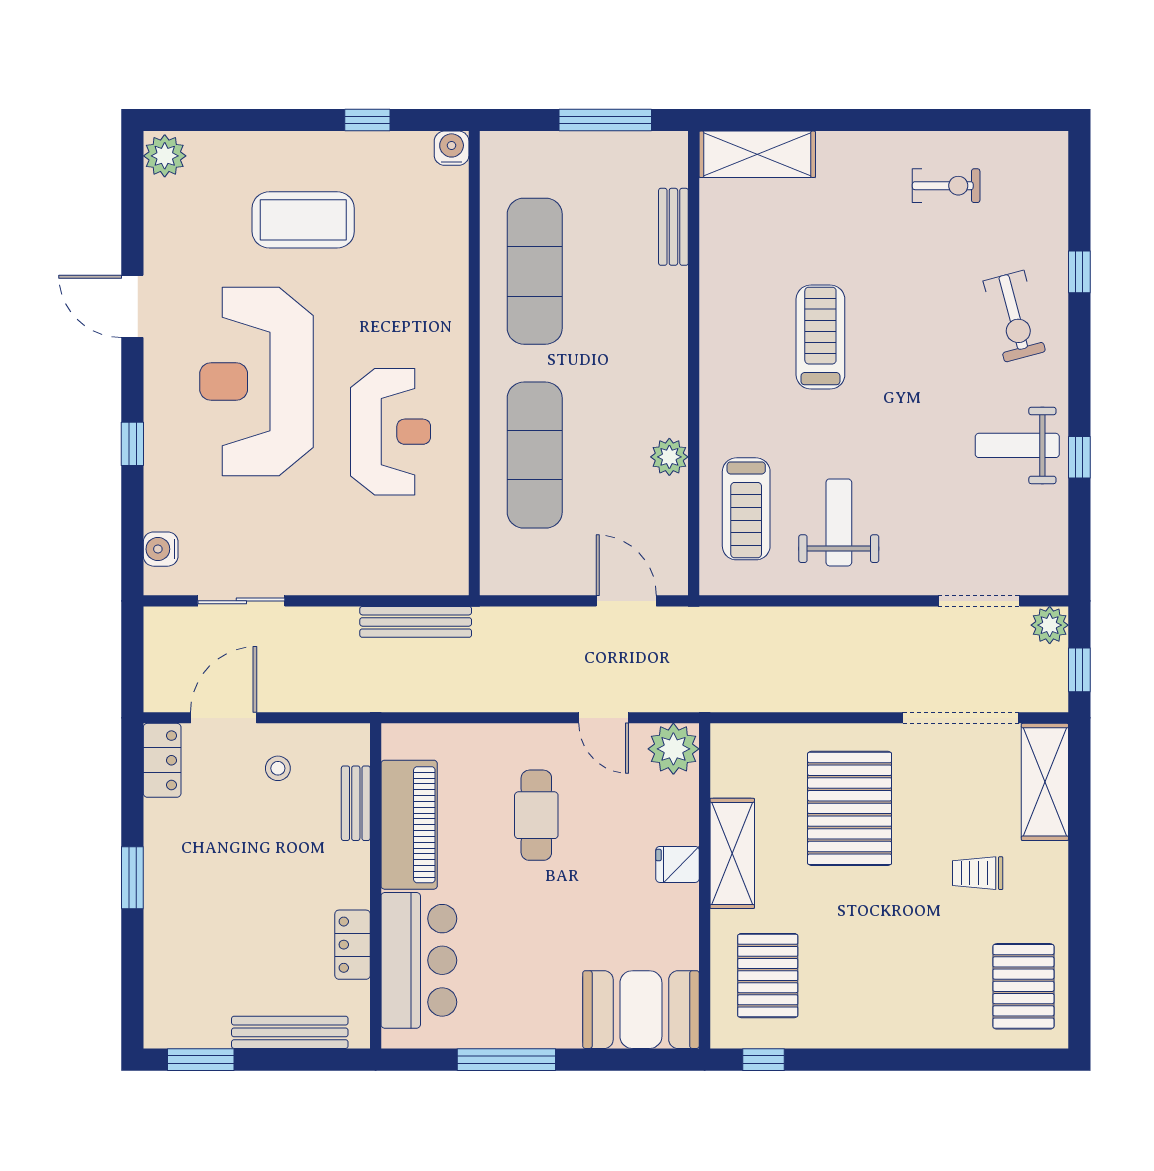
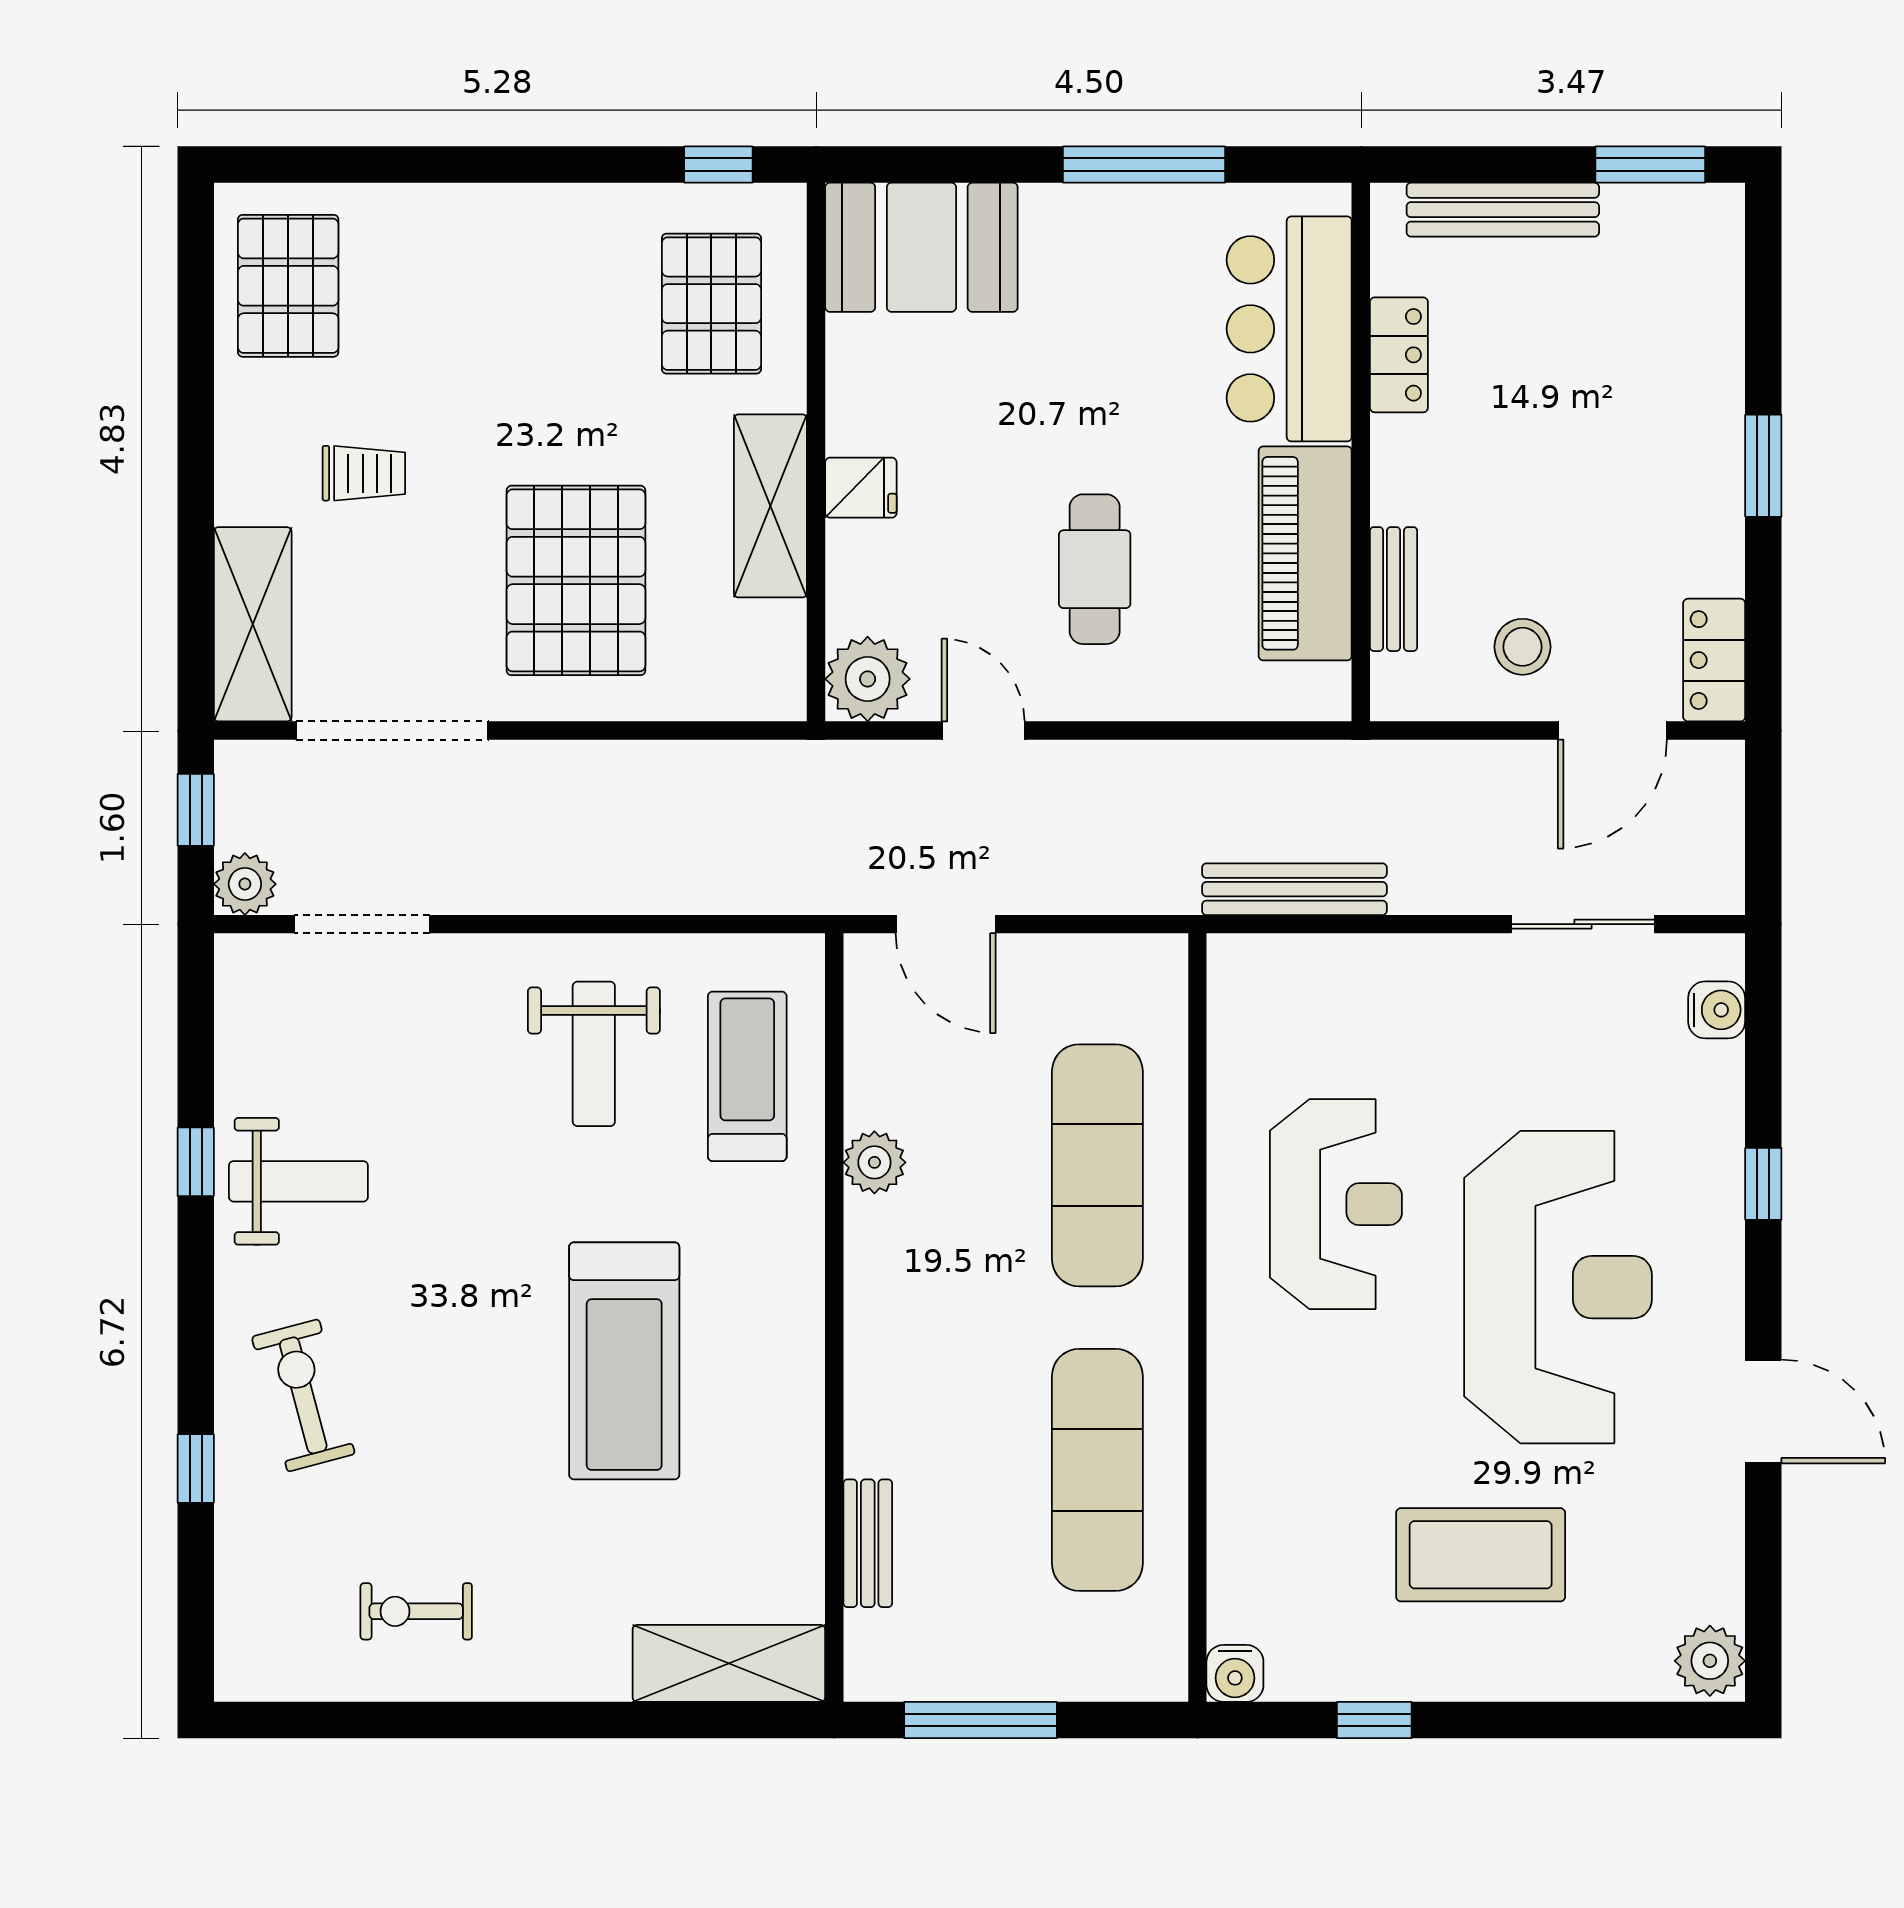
treadmill: (820, 337) -> (624, 1361), width x1.37, depth x1.38
reception desk: (391, 432) -> (1336, 1204), turned 180
stool: (278, 768) -> (1523, 647), width x1.37, depth x1.37

